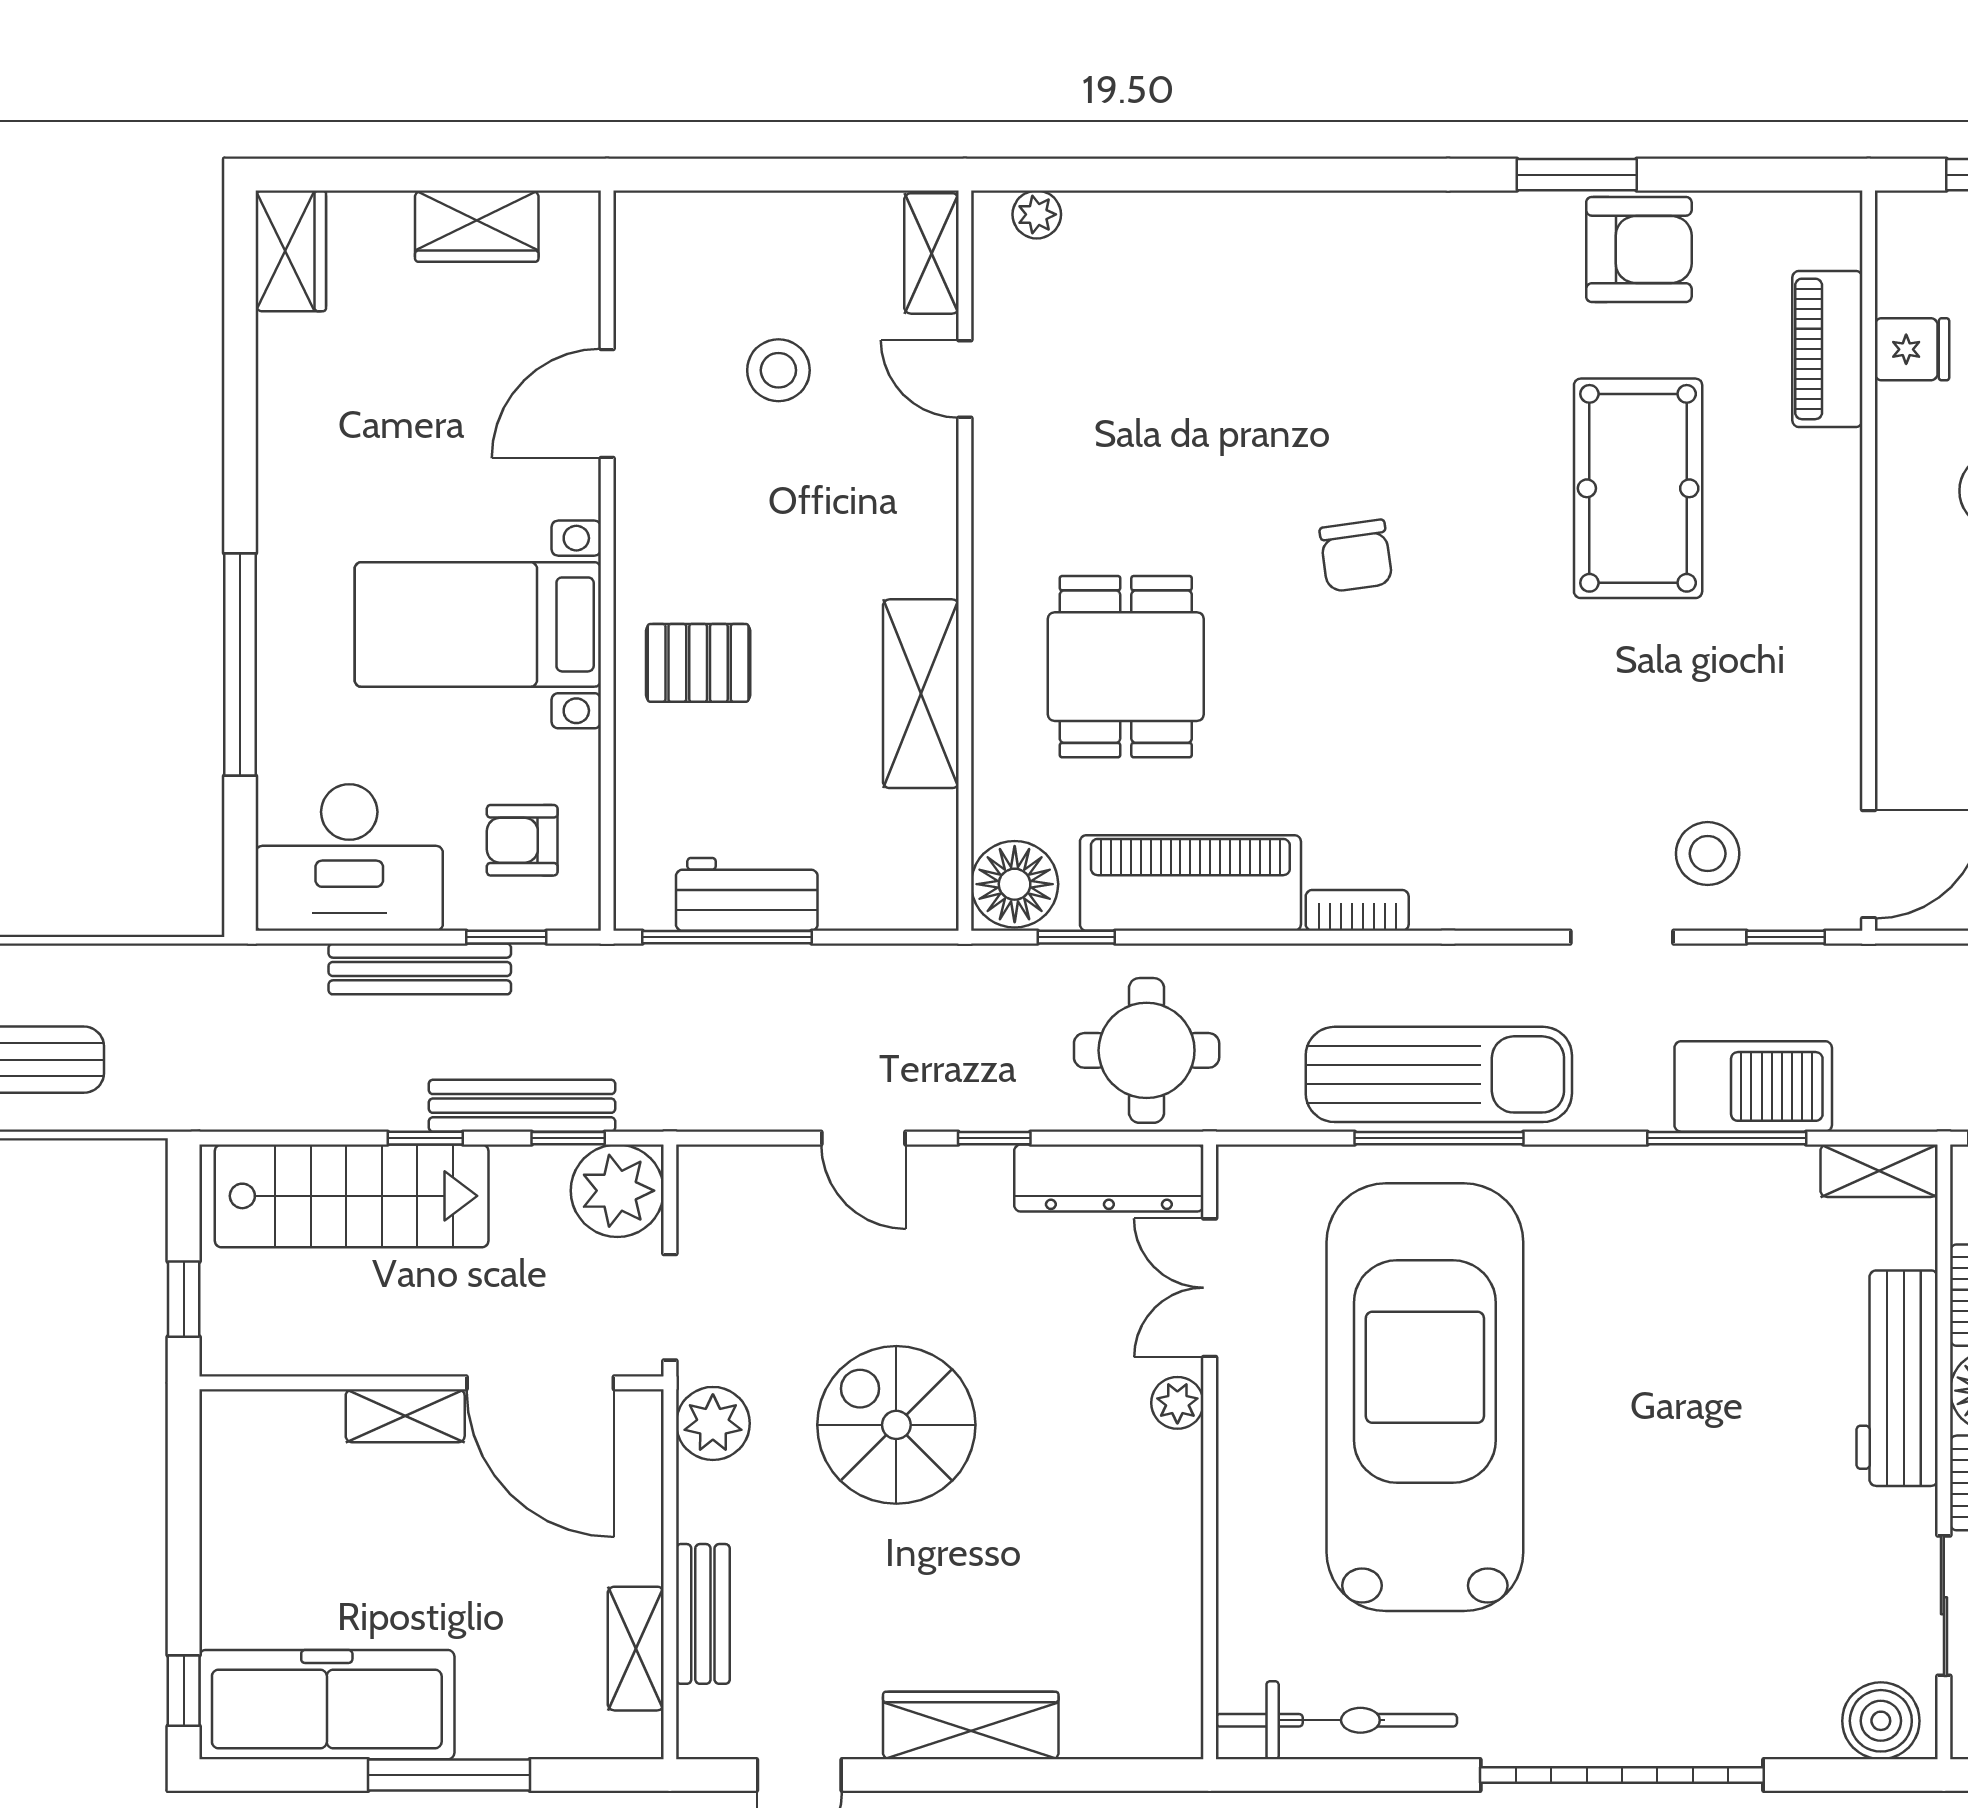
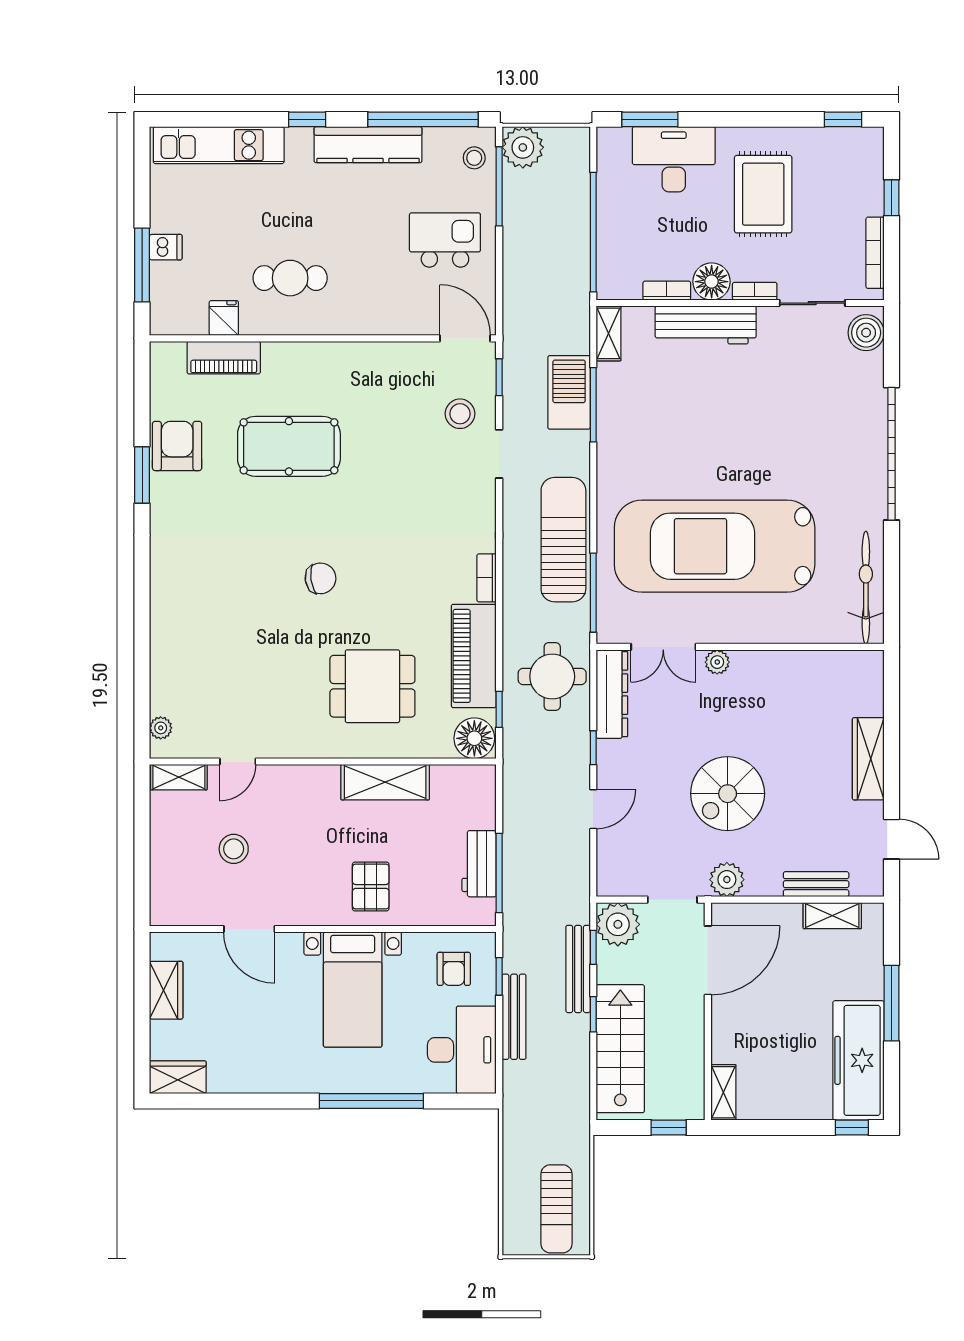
window: (1439, 1138) -> (593, 593), moved
shelving: (405, 1416) -> (723, 1092), moved

